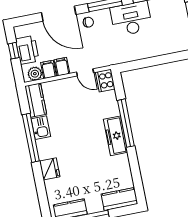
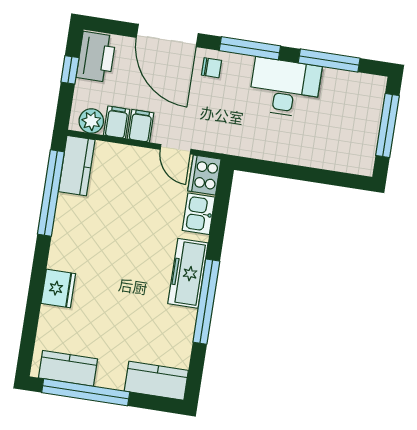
printer: (27, 50) -> (96, 57), moved
window: (126, 123) -> (206, 302), moved
kitchen sink: (41, 128) -> (199, 214), moved, turned 180
window: (31, 138) -> (51, 193), moved

